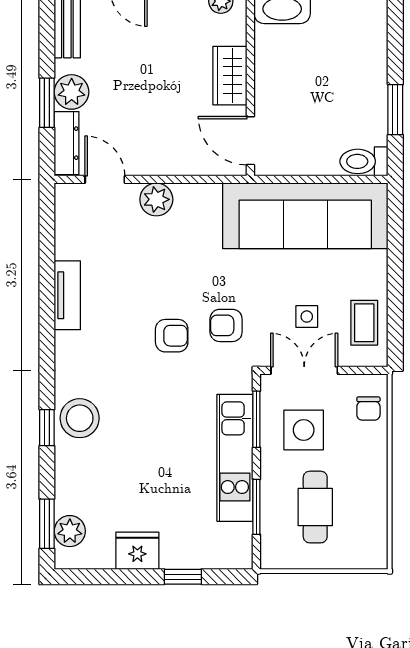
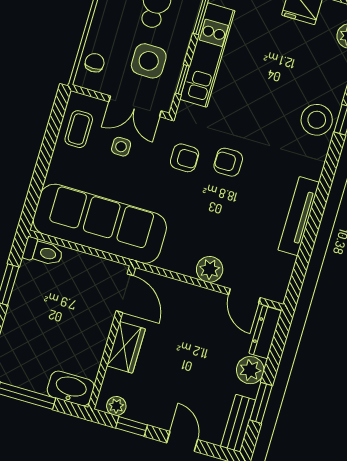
window: (47, 103) -> (261, 403), moved
tv unit: (67, 295) -> (299, 216), width x1.41
window: (256, 419) -> (182, 80), width x0.67

